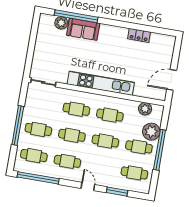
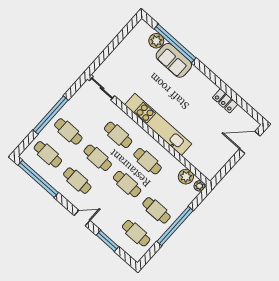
door: (172, 80) -> (250, 142), moved
plant: (151, 132) -> (199, 186), moved, width x0.53, depth x0.53
door: (88, 187) -> (82, 218), hinge flipped

